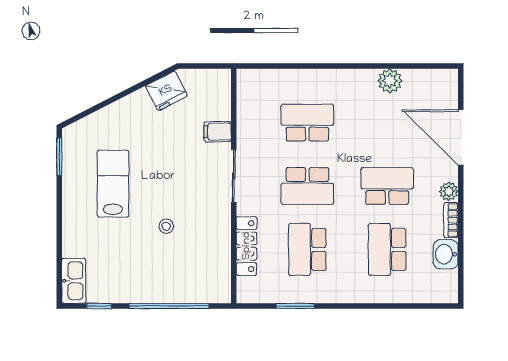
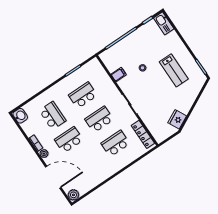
plant: (390, 81) -> (73, 195), moved
school desk: (307, 123) -> (115, 143), turned 180
filing cabinet: (218, 132) -> (119, 75), moved
school desk: (387, 186) -> (69, 140), turned 180
locker: (247, 246) -> (143, 134), moved
school desk: (307, 249) -> (83, 95), turned -90
washbasin: (446, 254) -> (20, 116), moved

